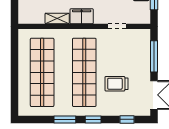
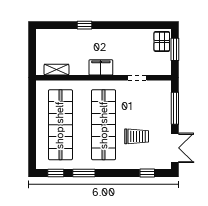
shelving: (57, 19) -> (56, 70), moved
trolley: (117, 84) -> (137, 136), turned 180
window: (93, 119) -> (56, 173), moved

